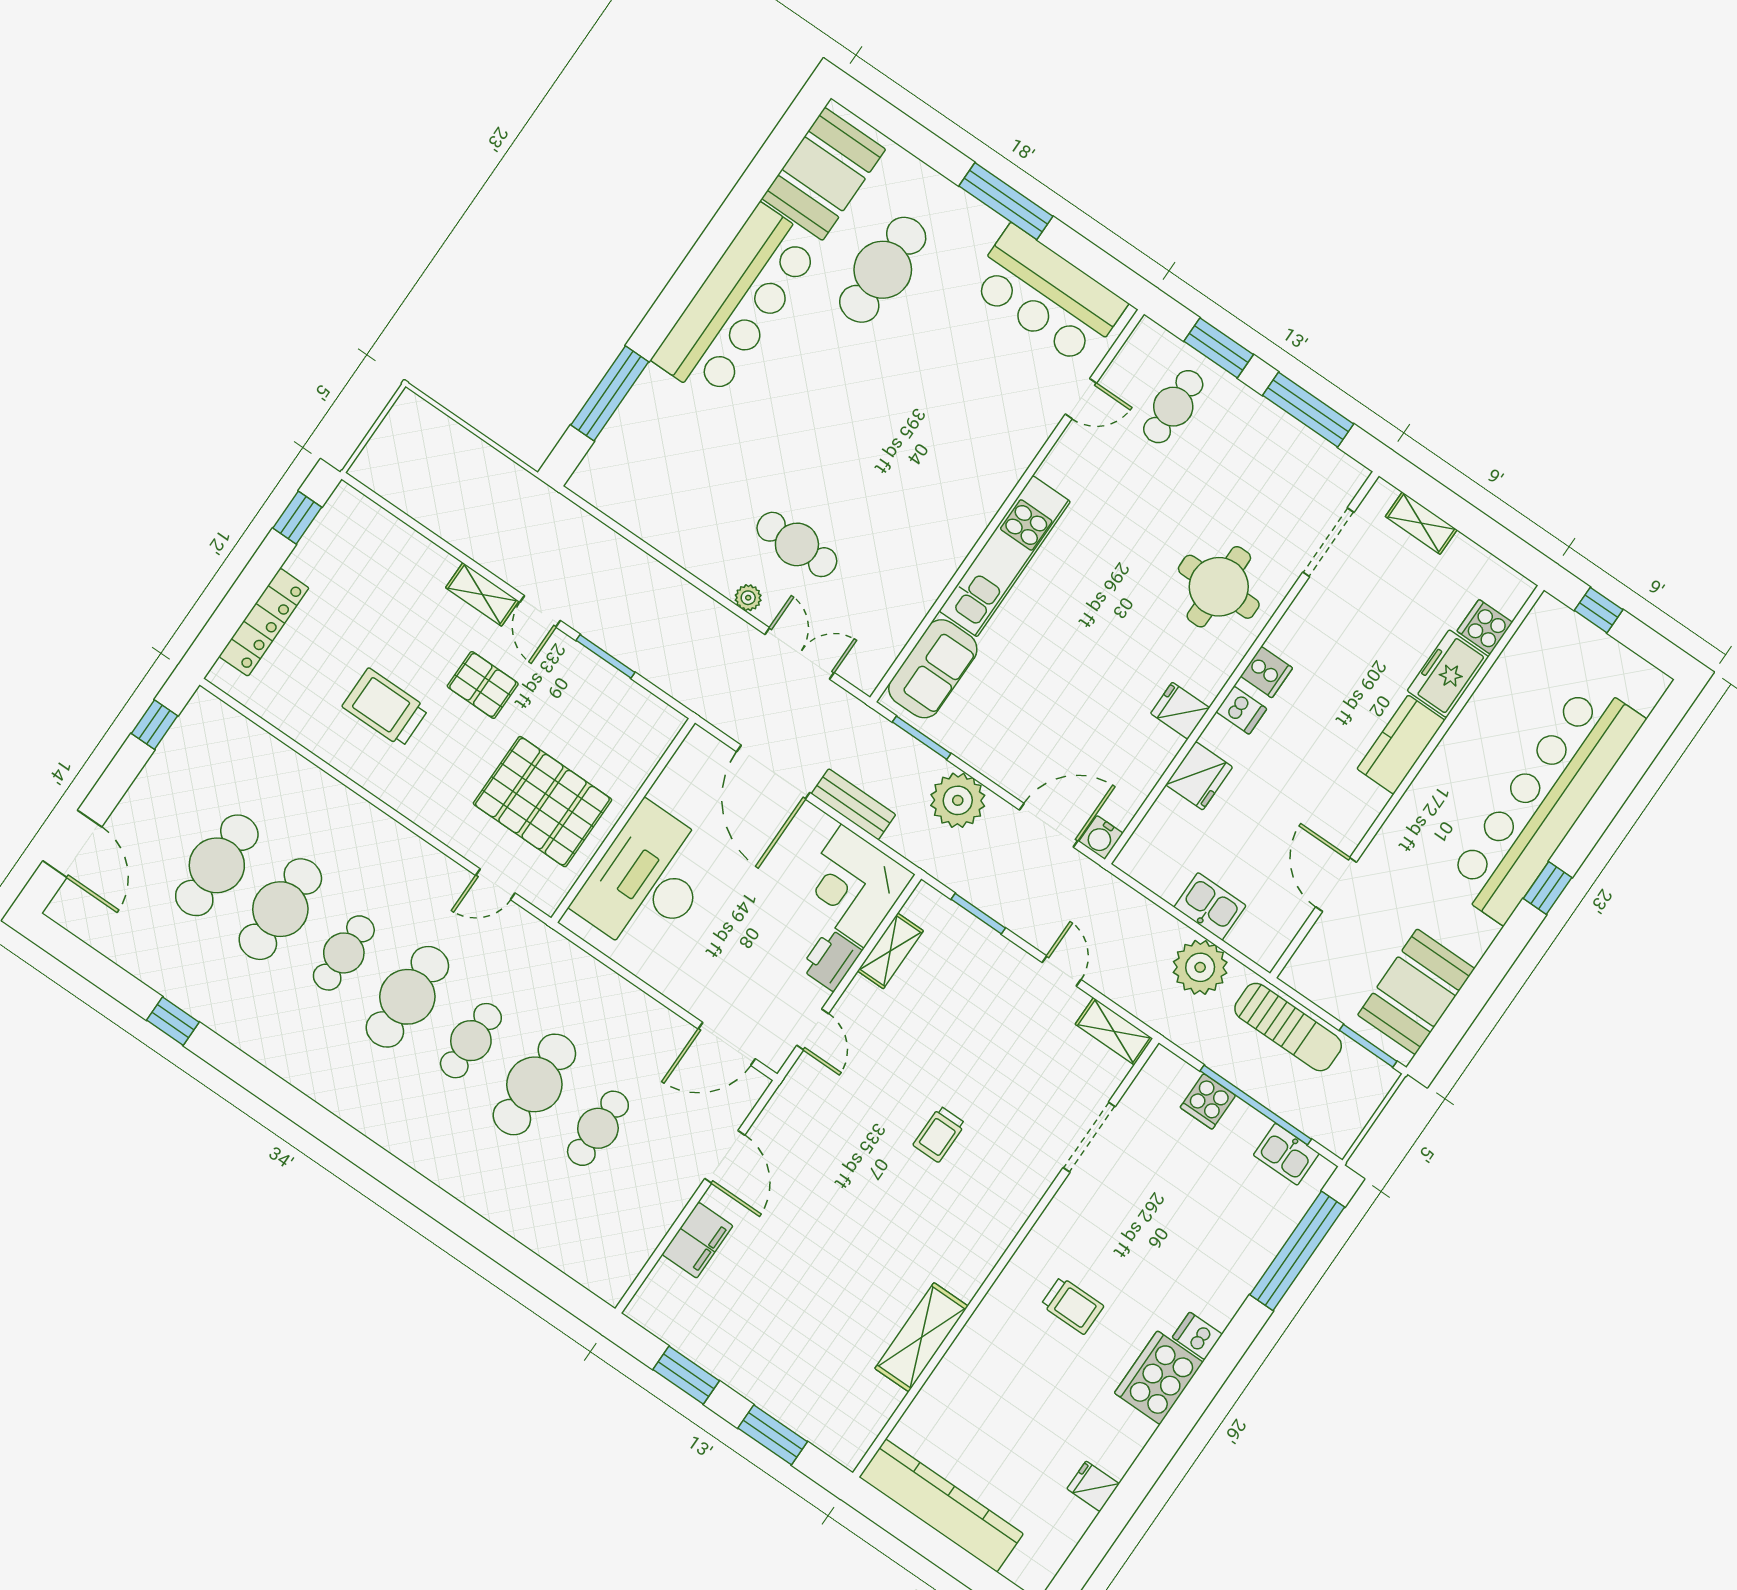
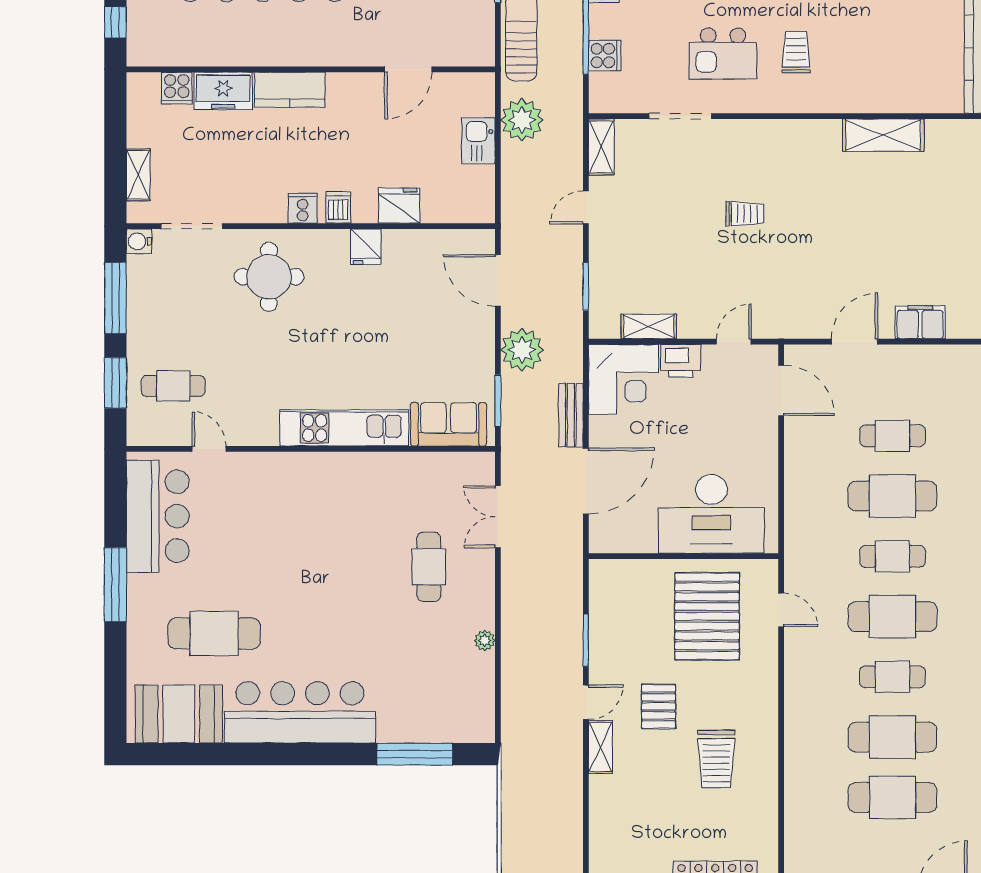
plant: (748, 598) -> (485, 640), moved
water cooler: (1101, 837) -> (139, 241), moved, turned 180
kitchen island: (1124, 1228) -> (723, 54), added

